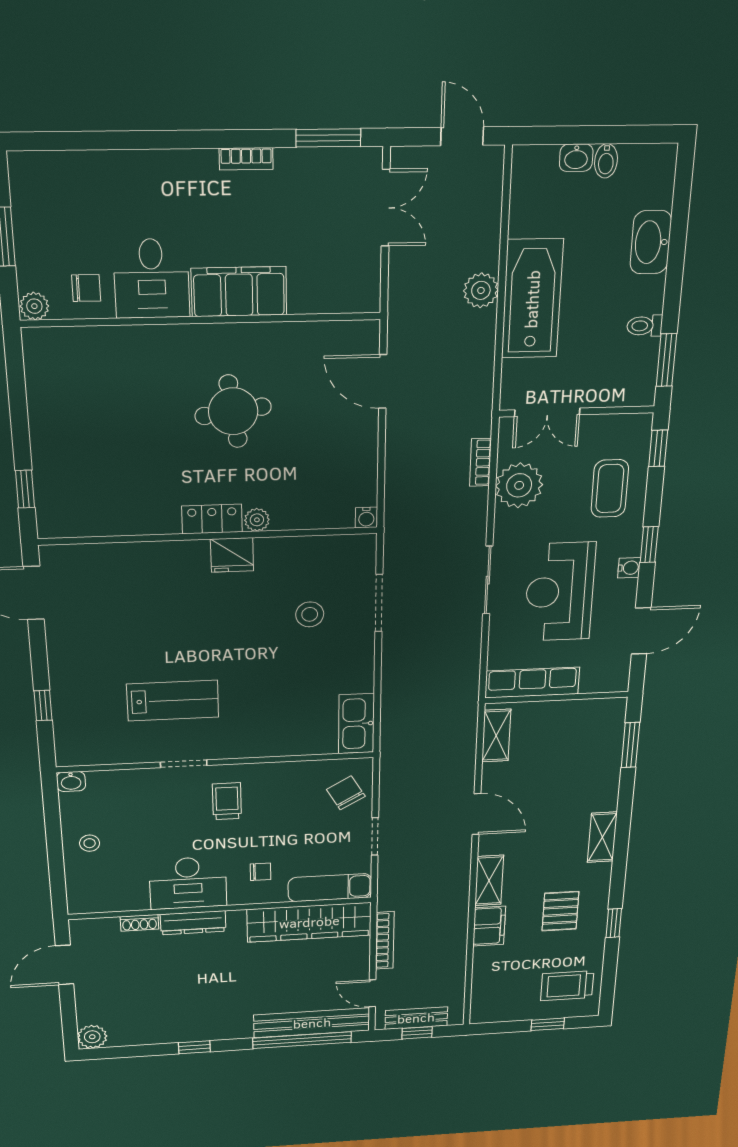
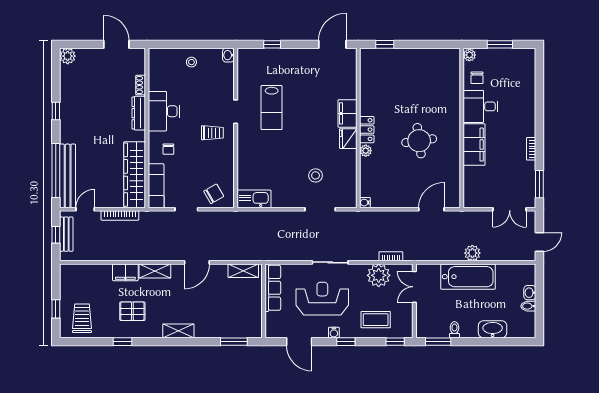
filing cabinet: (179, 558) -> (347, 113), added

